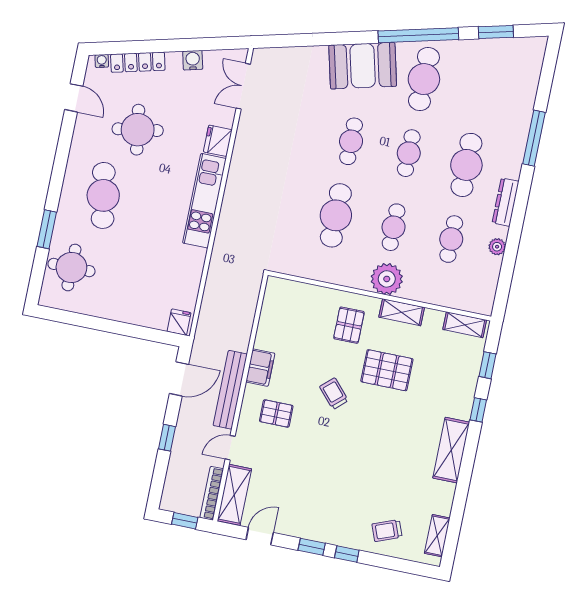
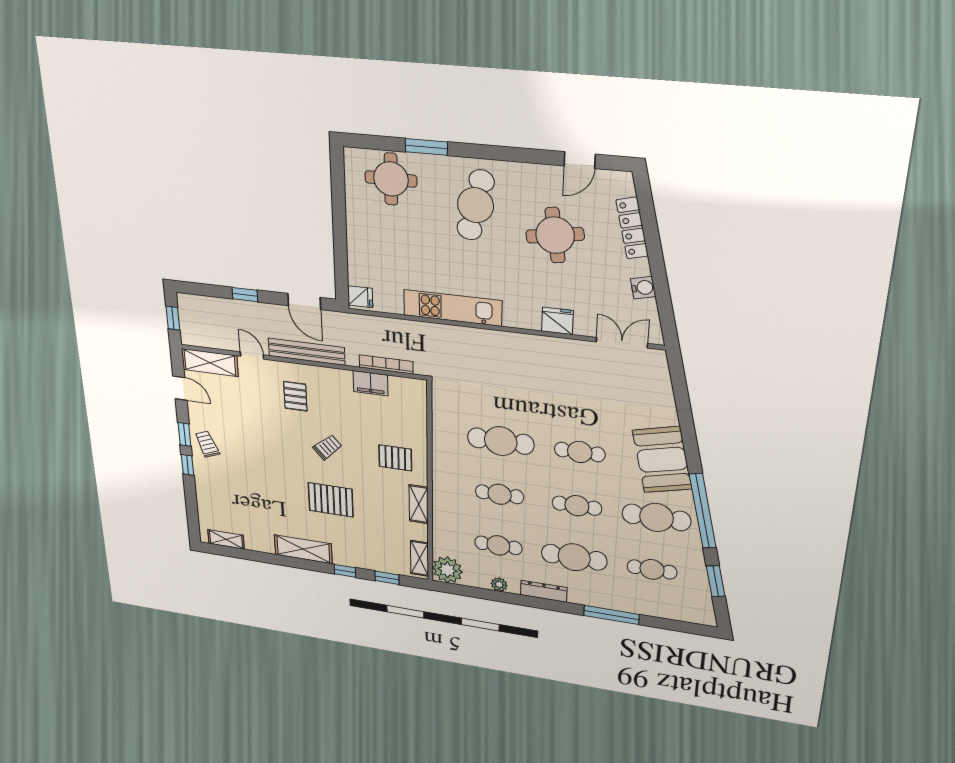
water cooler: (102, 61) -> (628, 187), removed
cafe table: (482, 91) -> (652, 569), added
cafe table: (103, 195) -> (476, 205), turned -67
kitchen unit: (204, 201) -> (453, 308), moved
plant: (387, 279) -> (447, 570), moved
filing cabinet: (260, 368) -> (370, 383), moved
pallet: (387, 370) -> (331, 500), moved, turned 90
bookcase: (212, 493) -> (386, 364), moved
trolley: (387, 531) -> (207, 444), moved

